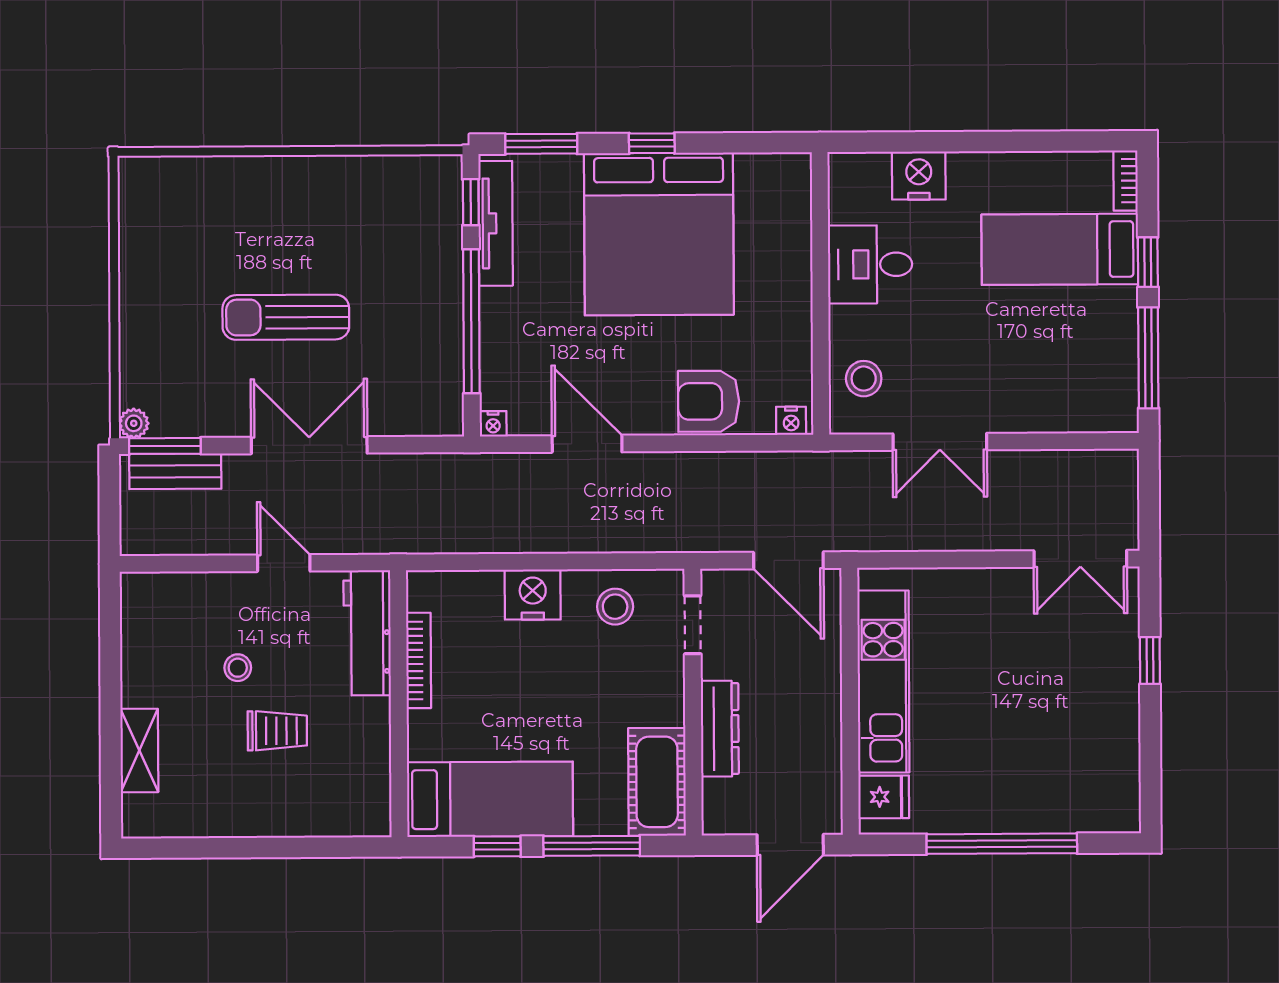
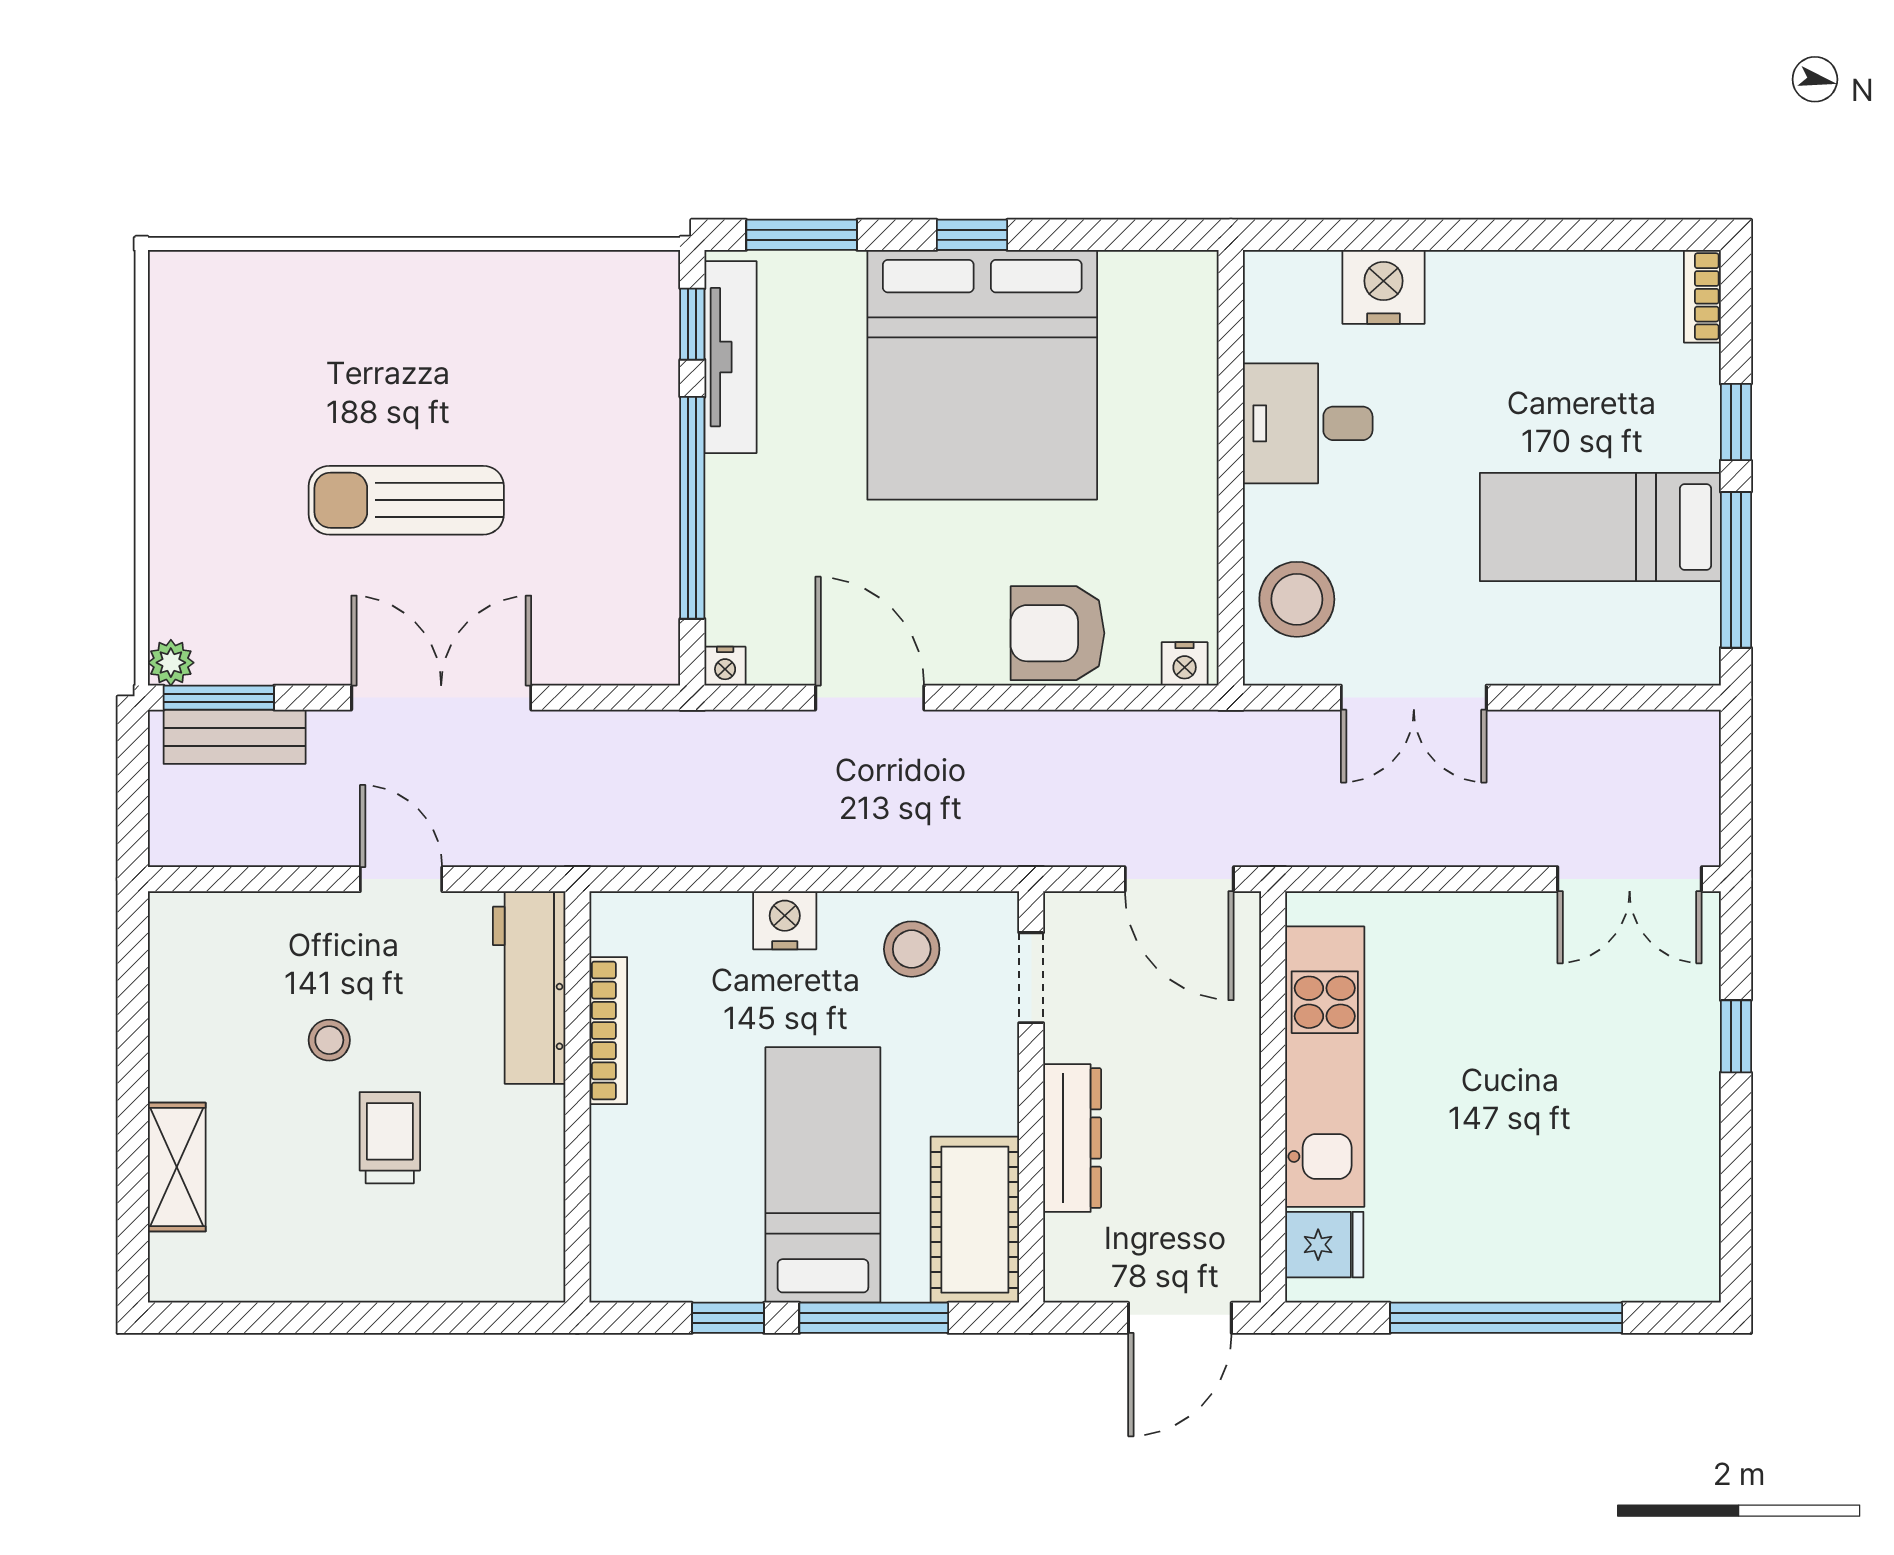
bed: (1060, 249) -> (1600, 527), moved
stool: (864, 379) -> (1297, 599), width x1.38, depth x1.38
nightstand: (533, 595) -> (785, 920), width x0.74, depth x0.75
trolley: (277, 731) -> (390, 1138), turned -90
bed: (490, 799) -> (823, 1175), moved, turned -90

